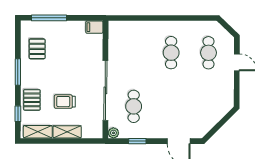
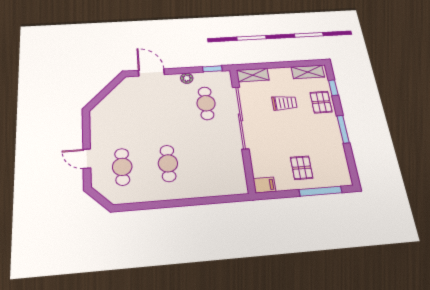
pallet: (37, 49) -> (302, 168), moved
shelving: (67, 132) -> (253, 75), moved
plant: (113, 133) -> (187, 78), moved
window: (137, 141) -> (212, 69), moved

